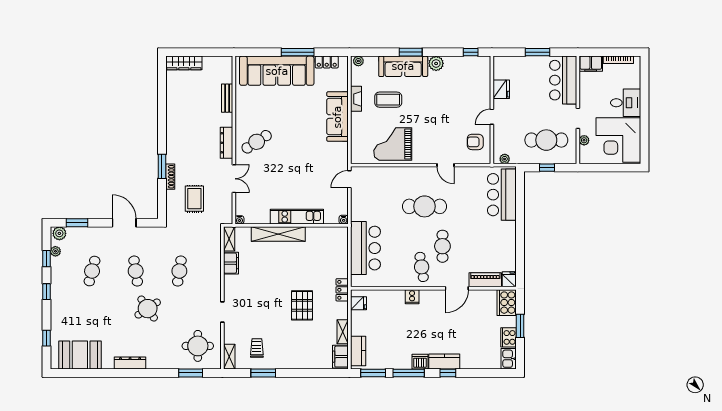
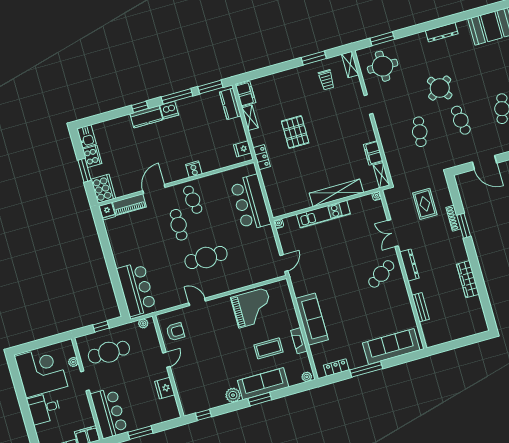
wardrobe: (184, 63) -> (468, 279), moved, turned -90
sofa: (277, 71) -> (391, 346), width x0.74, depth x0.79

